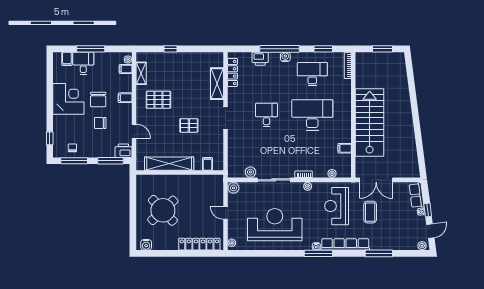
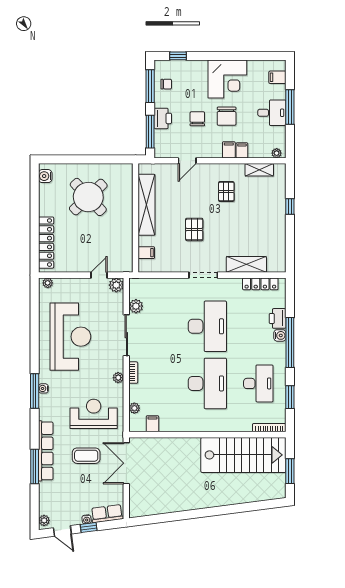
water cooler: (285, 57) -> (280, 335), moved
desk: (83, 63) -> (272, 113), moved
filing cabinet: (126, 69) -> (242, 150), moved
chair: (98, 100) -> (227, 116), turned -90
pallet: (158, 100) -> (226, 192), width x0.67, depth x0.71
desk: (266, 115) -> (207, 326), width x1.87, depth x1.30
stairs: (370, 122) -> (243, 455), moved
filing cabinet: (345, 148) -> (152, 424), moved
printer: (123, 151) -> (163, 118), moved
door: (225, 213) -> (99, 275), moved
row of seats: (345, 244) -> (46, 451), moved

